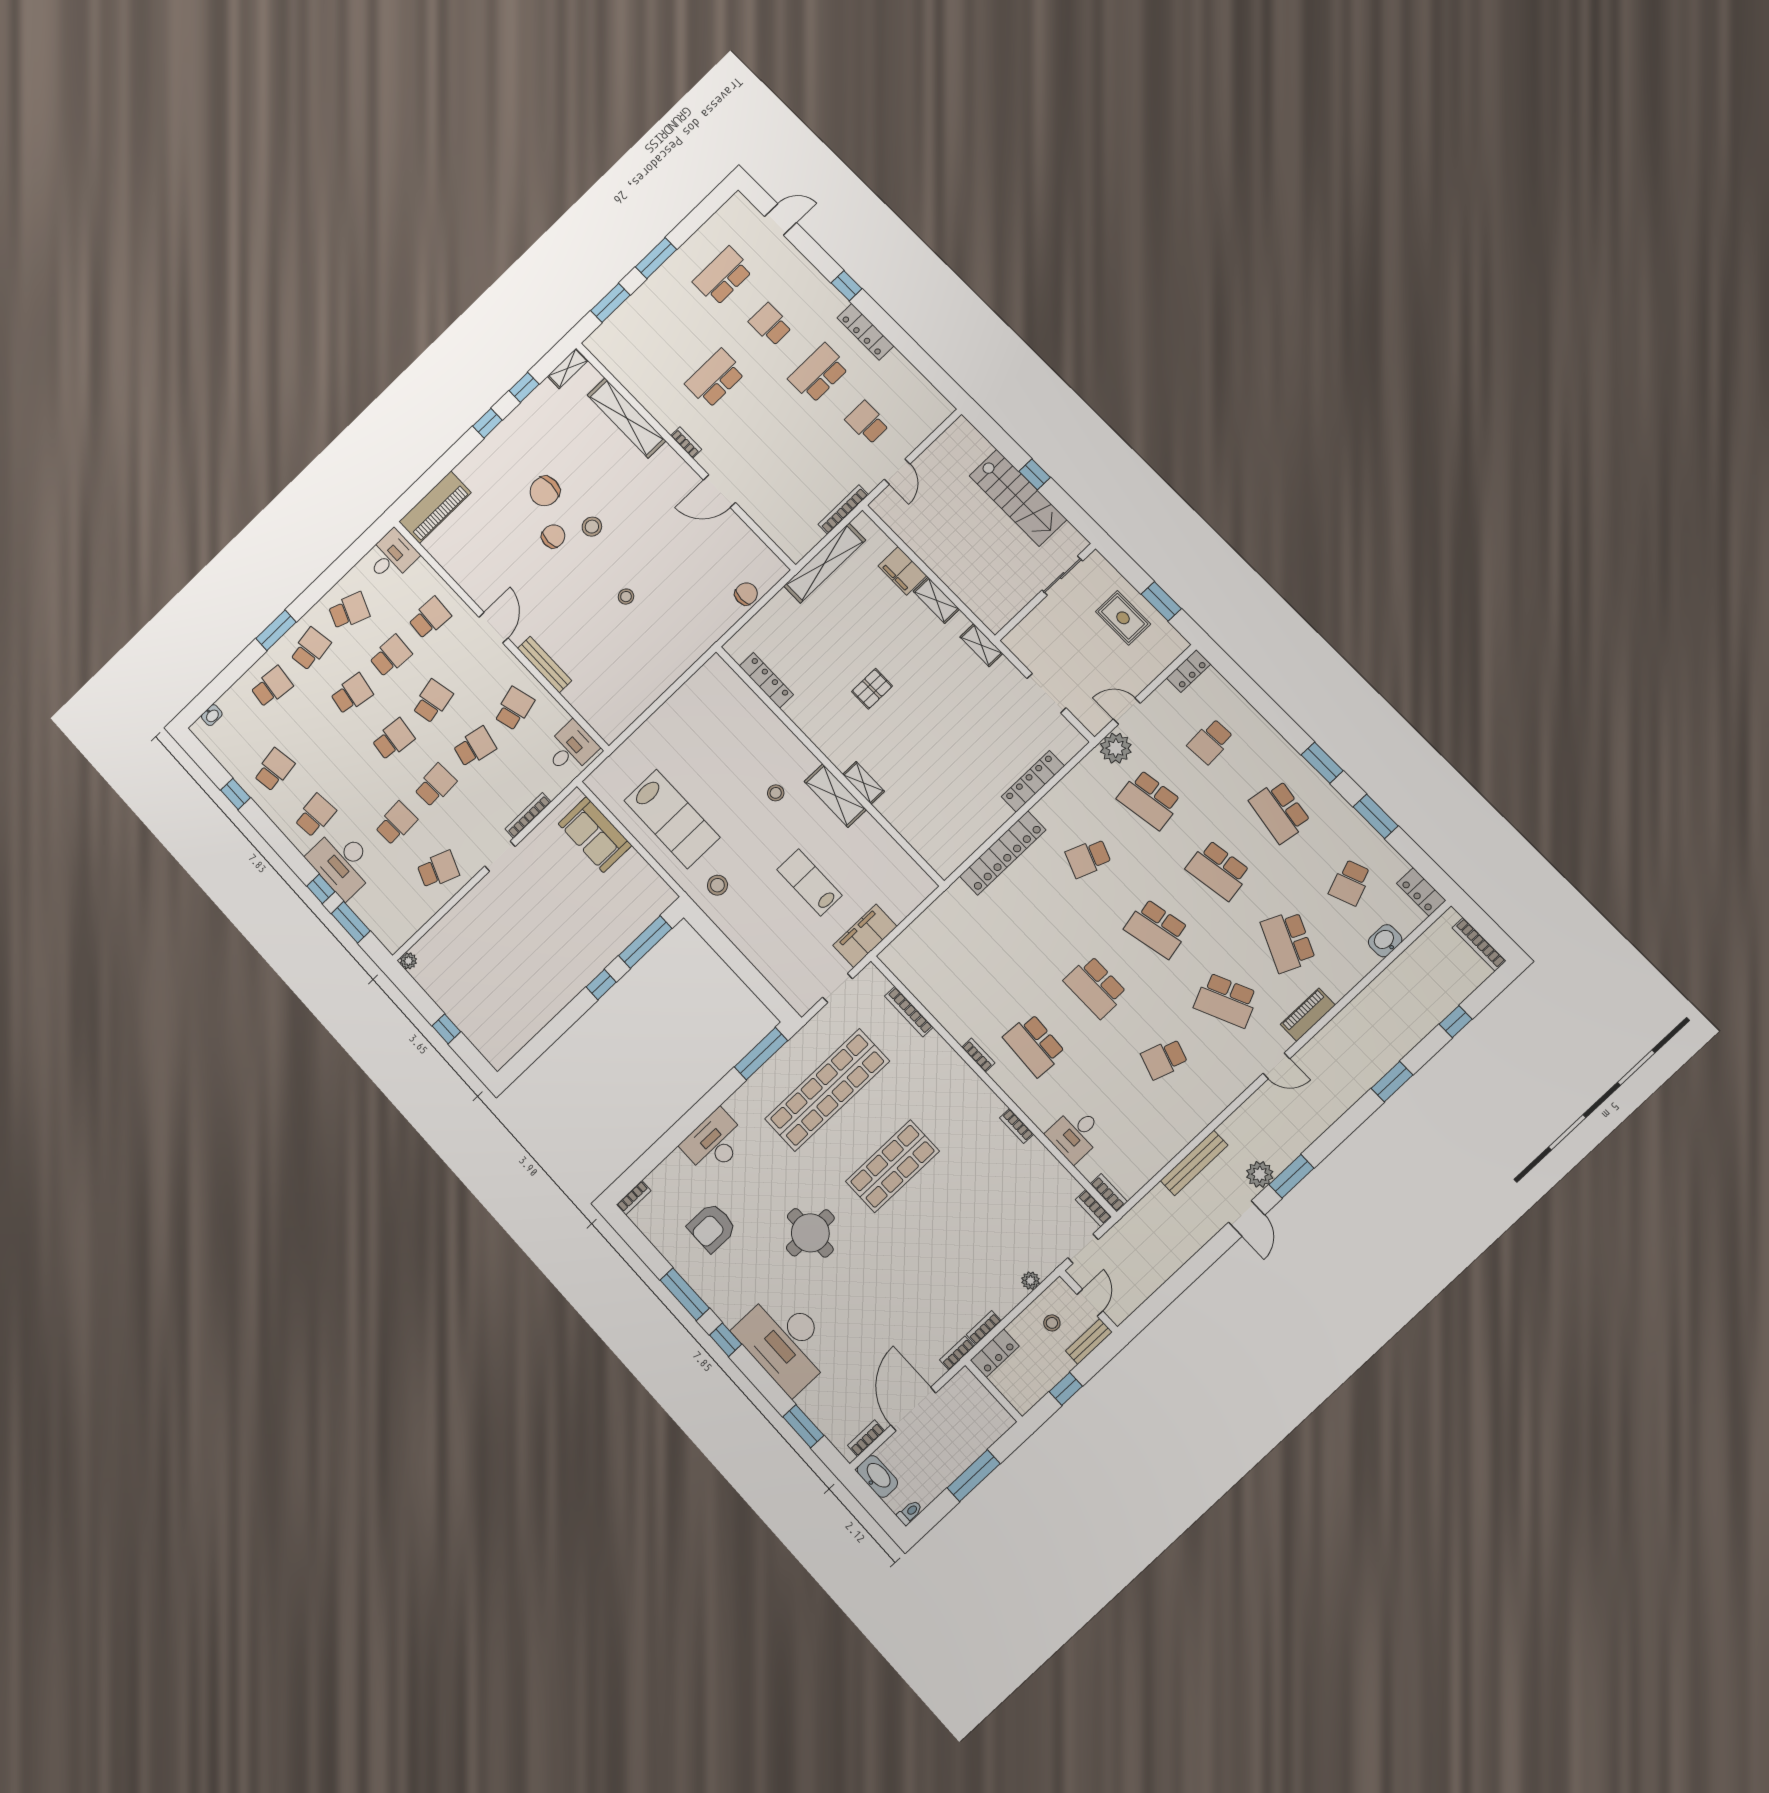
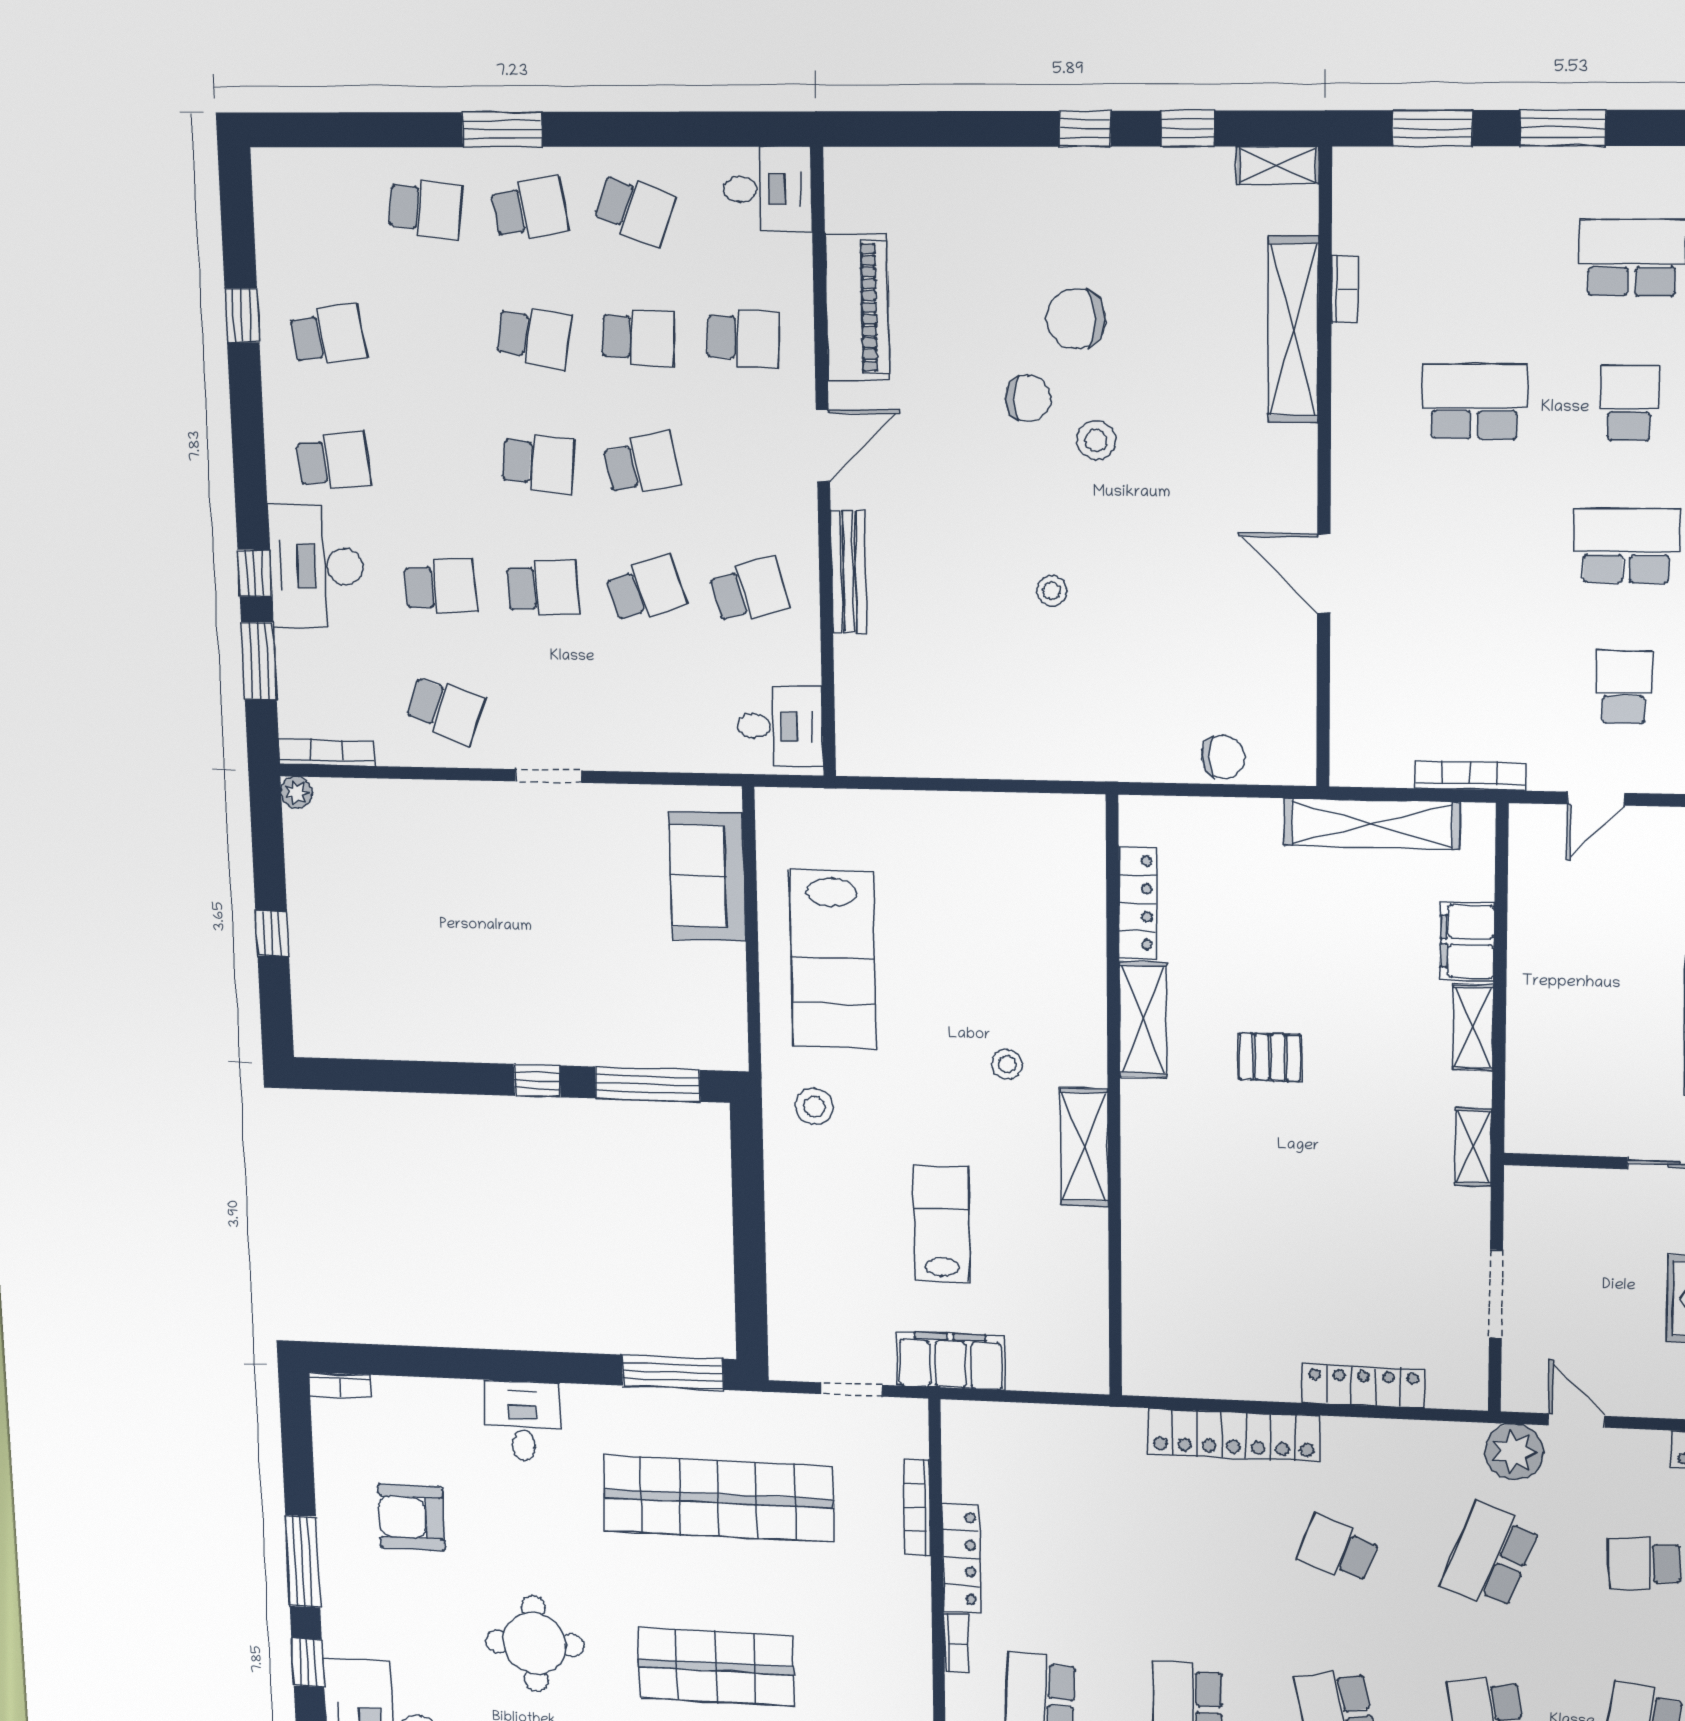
bookcase: (686, 443) -> (1345, 289), moved
piano: (435, 507) -> (857, 307), moved, turned -90
washbasin: (212, 715) -> (302, 163), removed
school desk: (475, 747) -> (646, 589), turned -30
shelving: (863, 783) -> (1143, 1020), moved, width x1.50, depth x1.33
school desk: (1149, 800) -> (1490, 1556), turned 30
bookcase: (528, 815) -> (327, 753), moved
locker: (946, 1016) -> (961, 1558), added
desk: (714, 1142) -> (523, 1421), width x0.73

